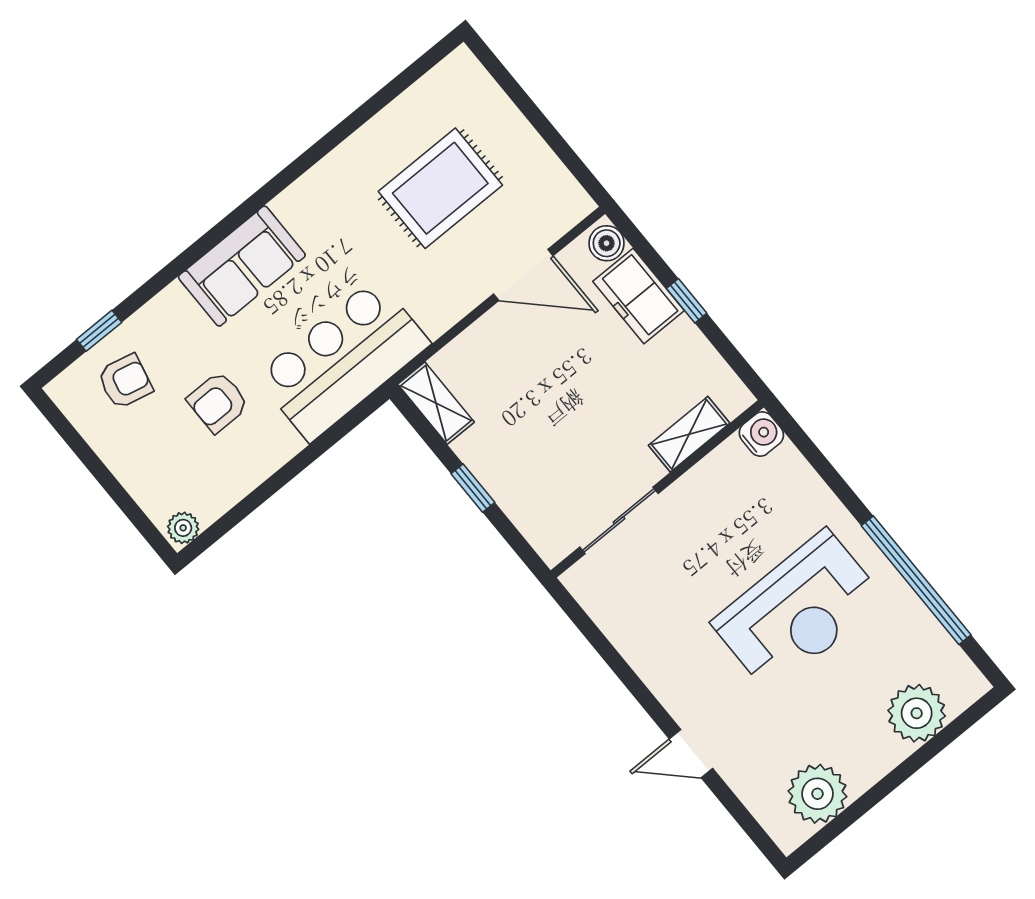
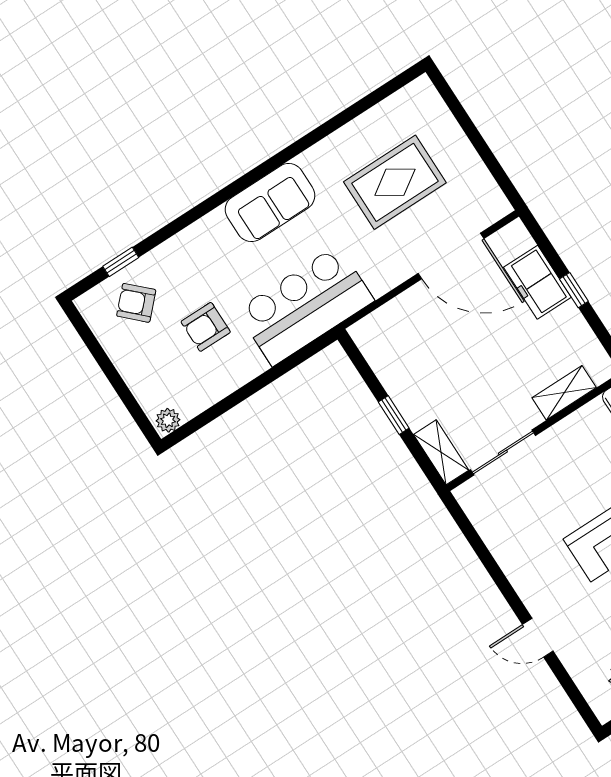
boiler: (607, 243) -> (518, 239), removed
sofa: (242, 266) -> (270, 203), moved
door: (523, 275) -> (451, 256), width x1.36
armchair: (125, 381) -> (136, 303), turned -149
shelving: (436, 403) -> (441, 452), moved

